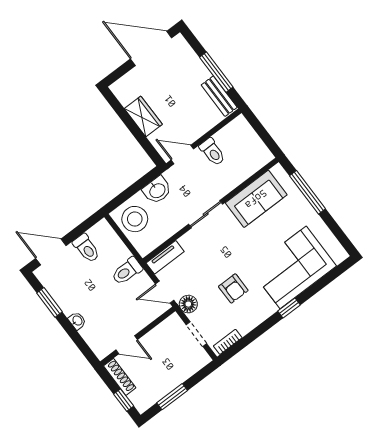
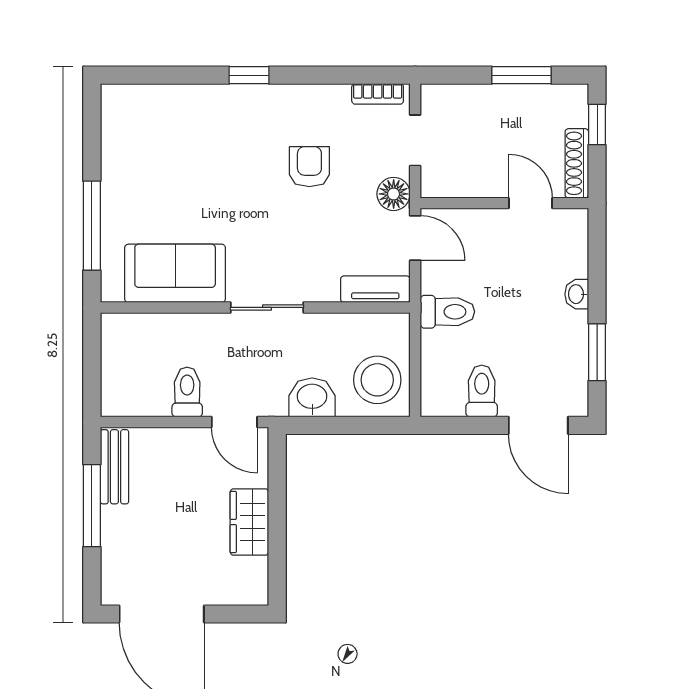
corner sofa: (293, 267) -> (197, 131), removed

